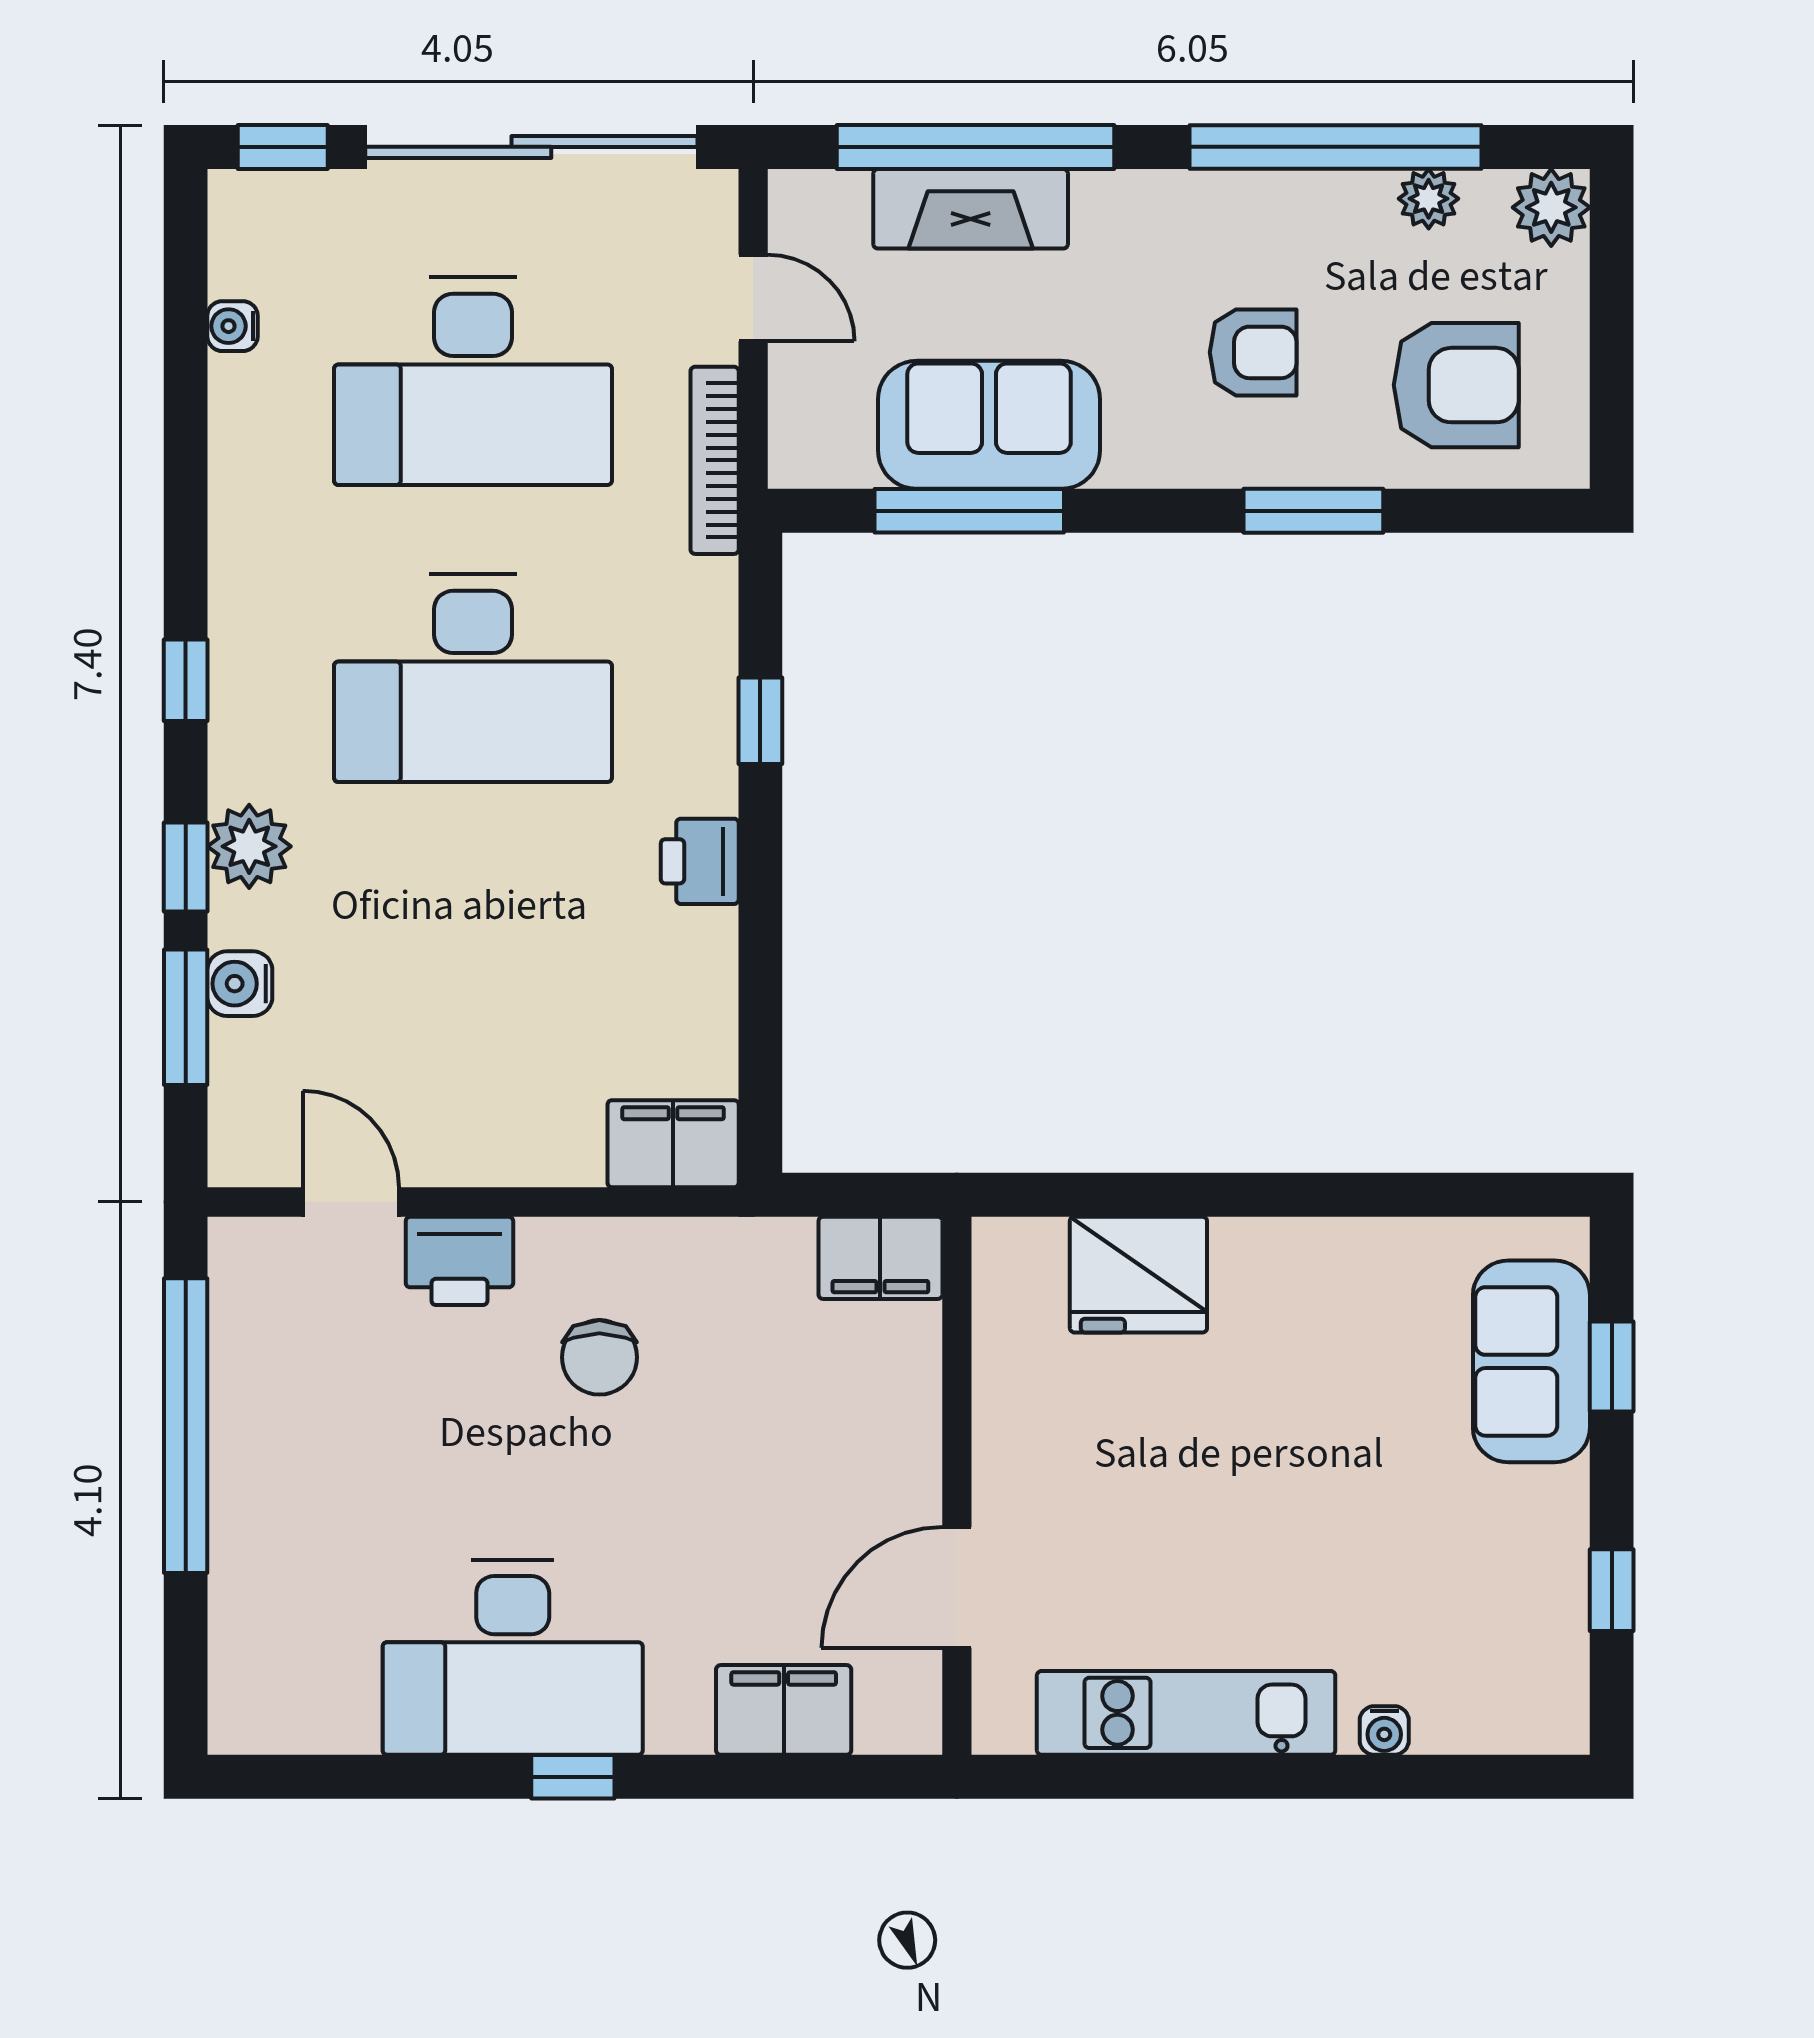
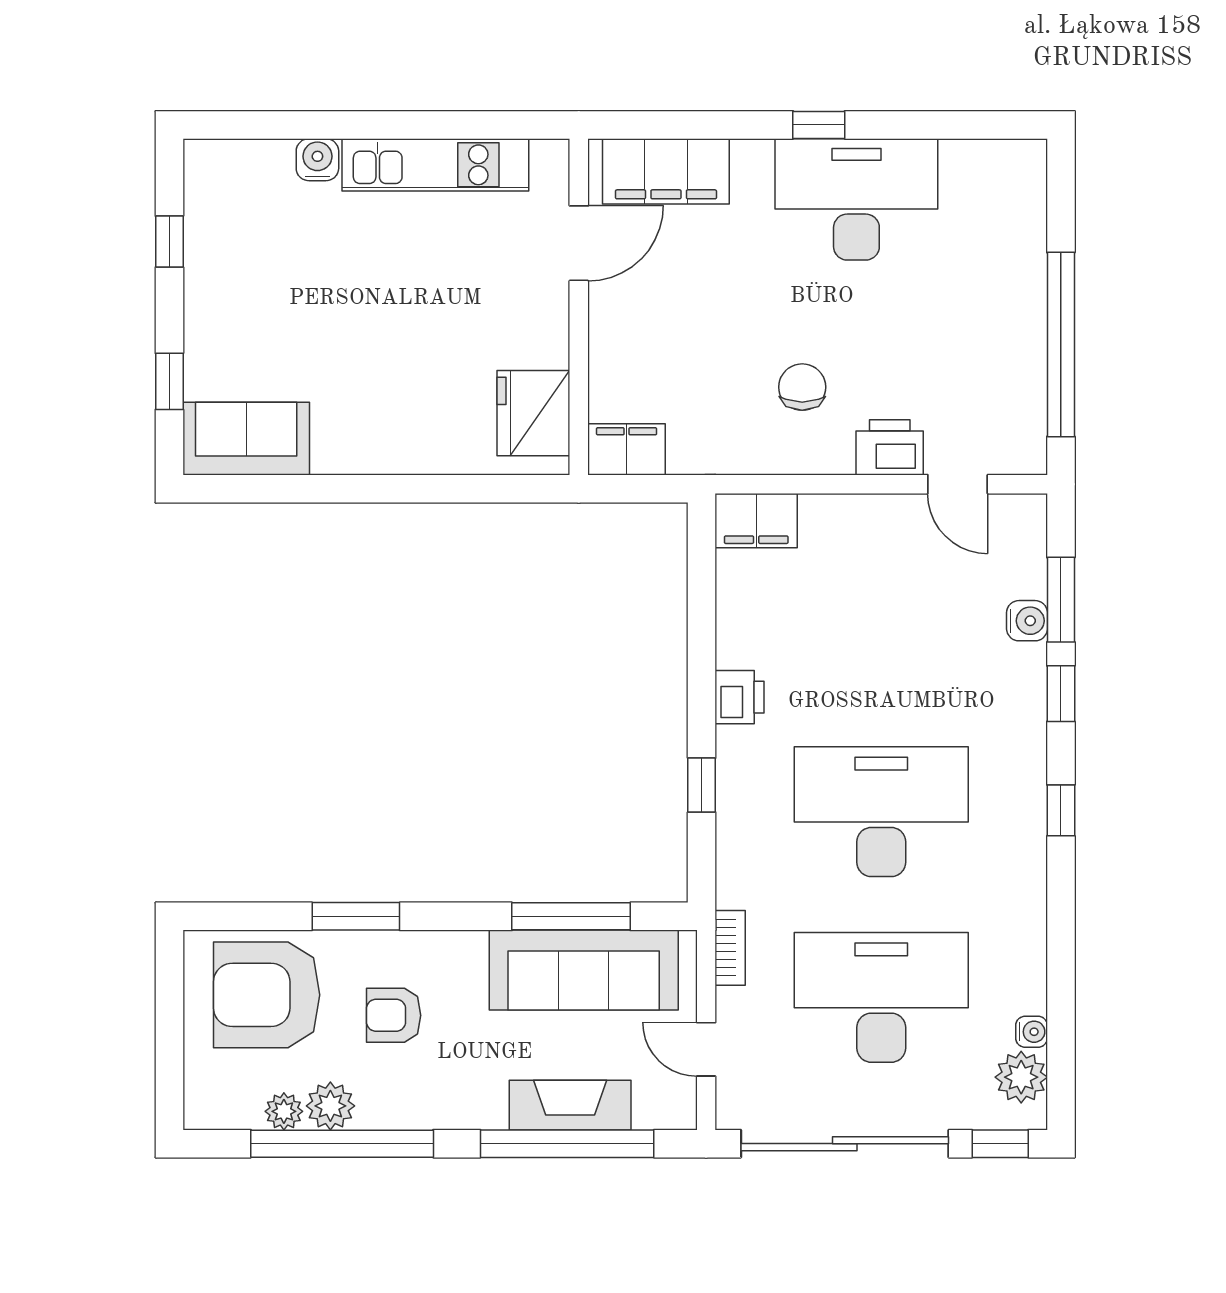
plant: (1551, 207) -> (330, 1106), moved
armchair: (1456, 385) -> (267, 995), width x1.36, depth x1.36
sofa: (989, 425) -> (584, 970), width x1.36
bookcase: (715, 460) -> (730, 948), width x0.64
plant: (249, 846) -> (1021, 1077), moved
fridge: (1138, 1275) -> (533, 413), moved, turned -90
sofa: (1531, 1361) -> (246, 439), moved, turned -90
filing cabinet: (784, 1710) -> (666, 171), width x1.50, depth x1.17
water cooler: (1384, 1730) -> (317, 160), width x1.38, depth x1.38

